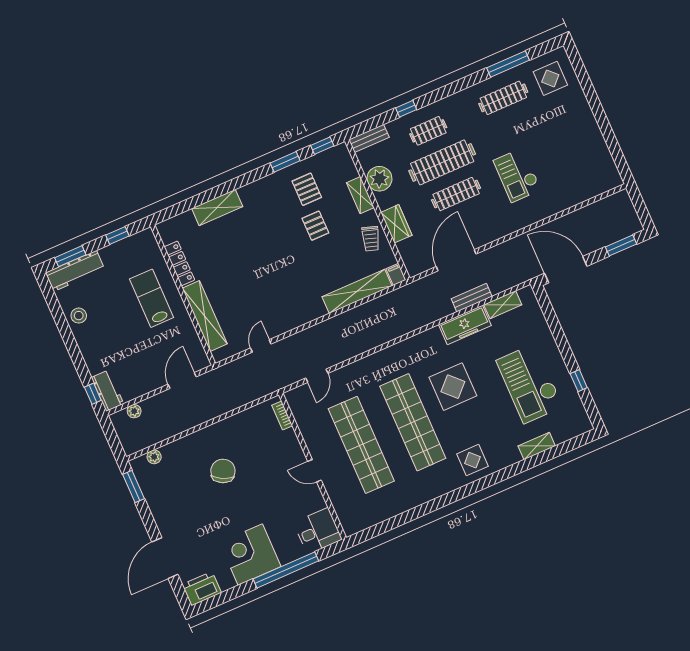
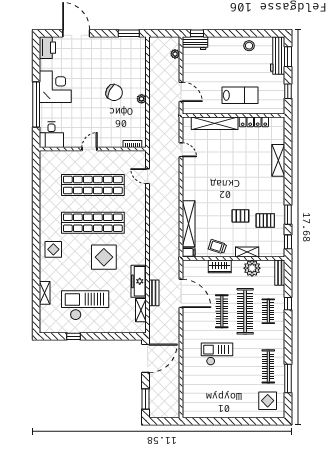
plant: (154, 457) -> (142, 99), moved

